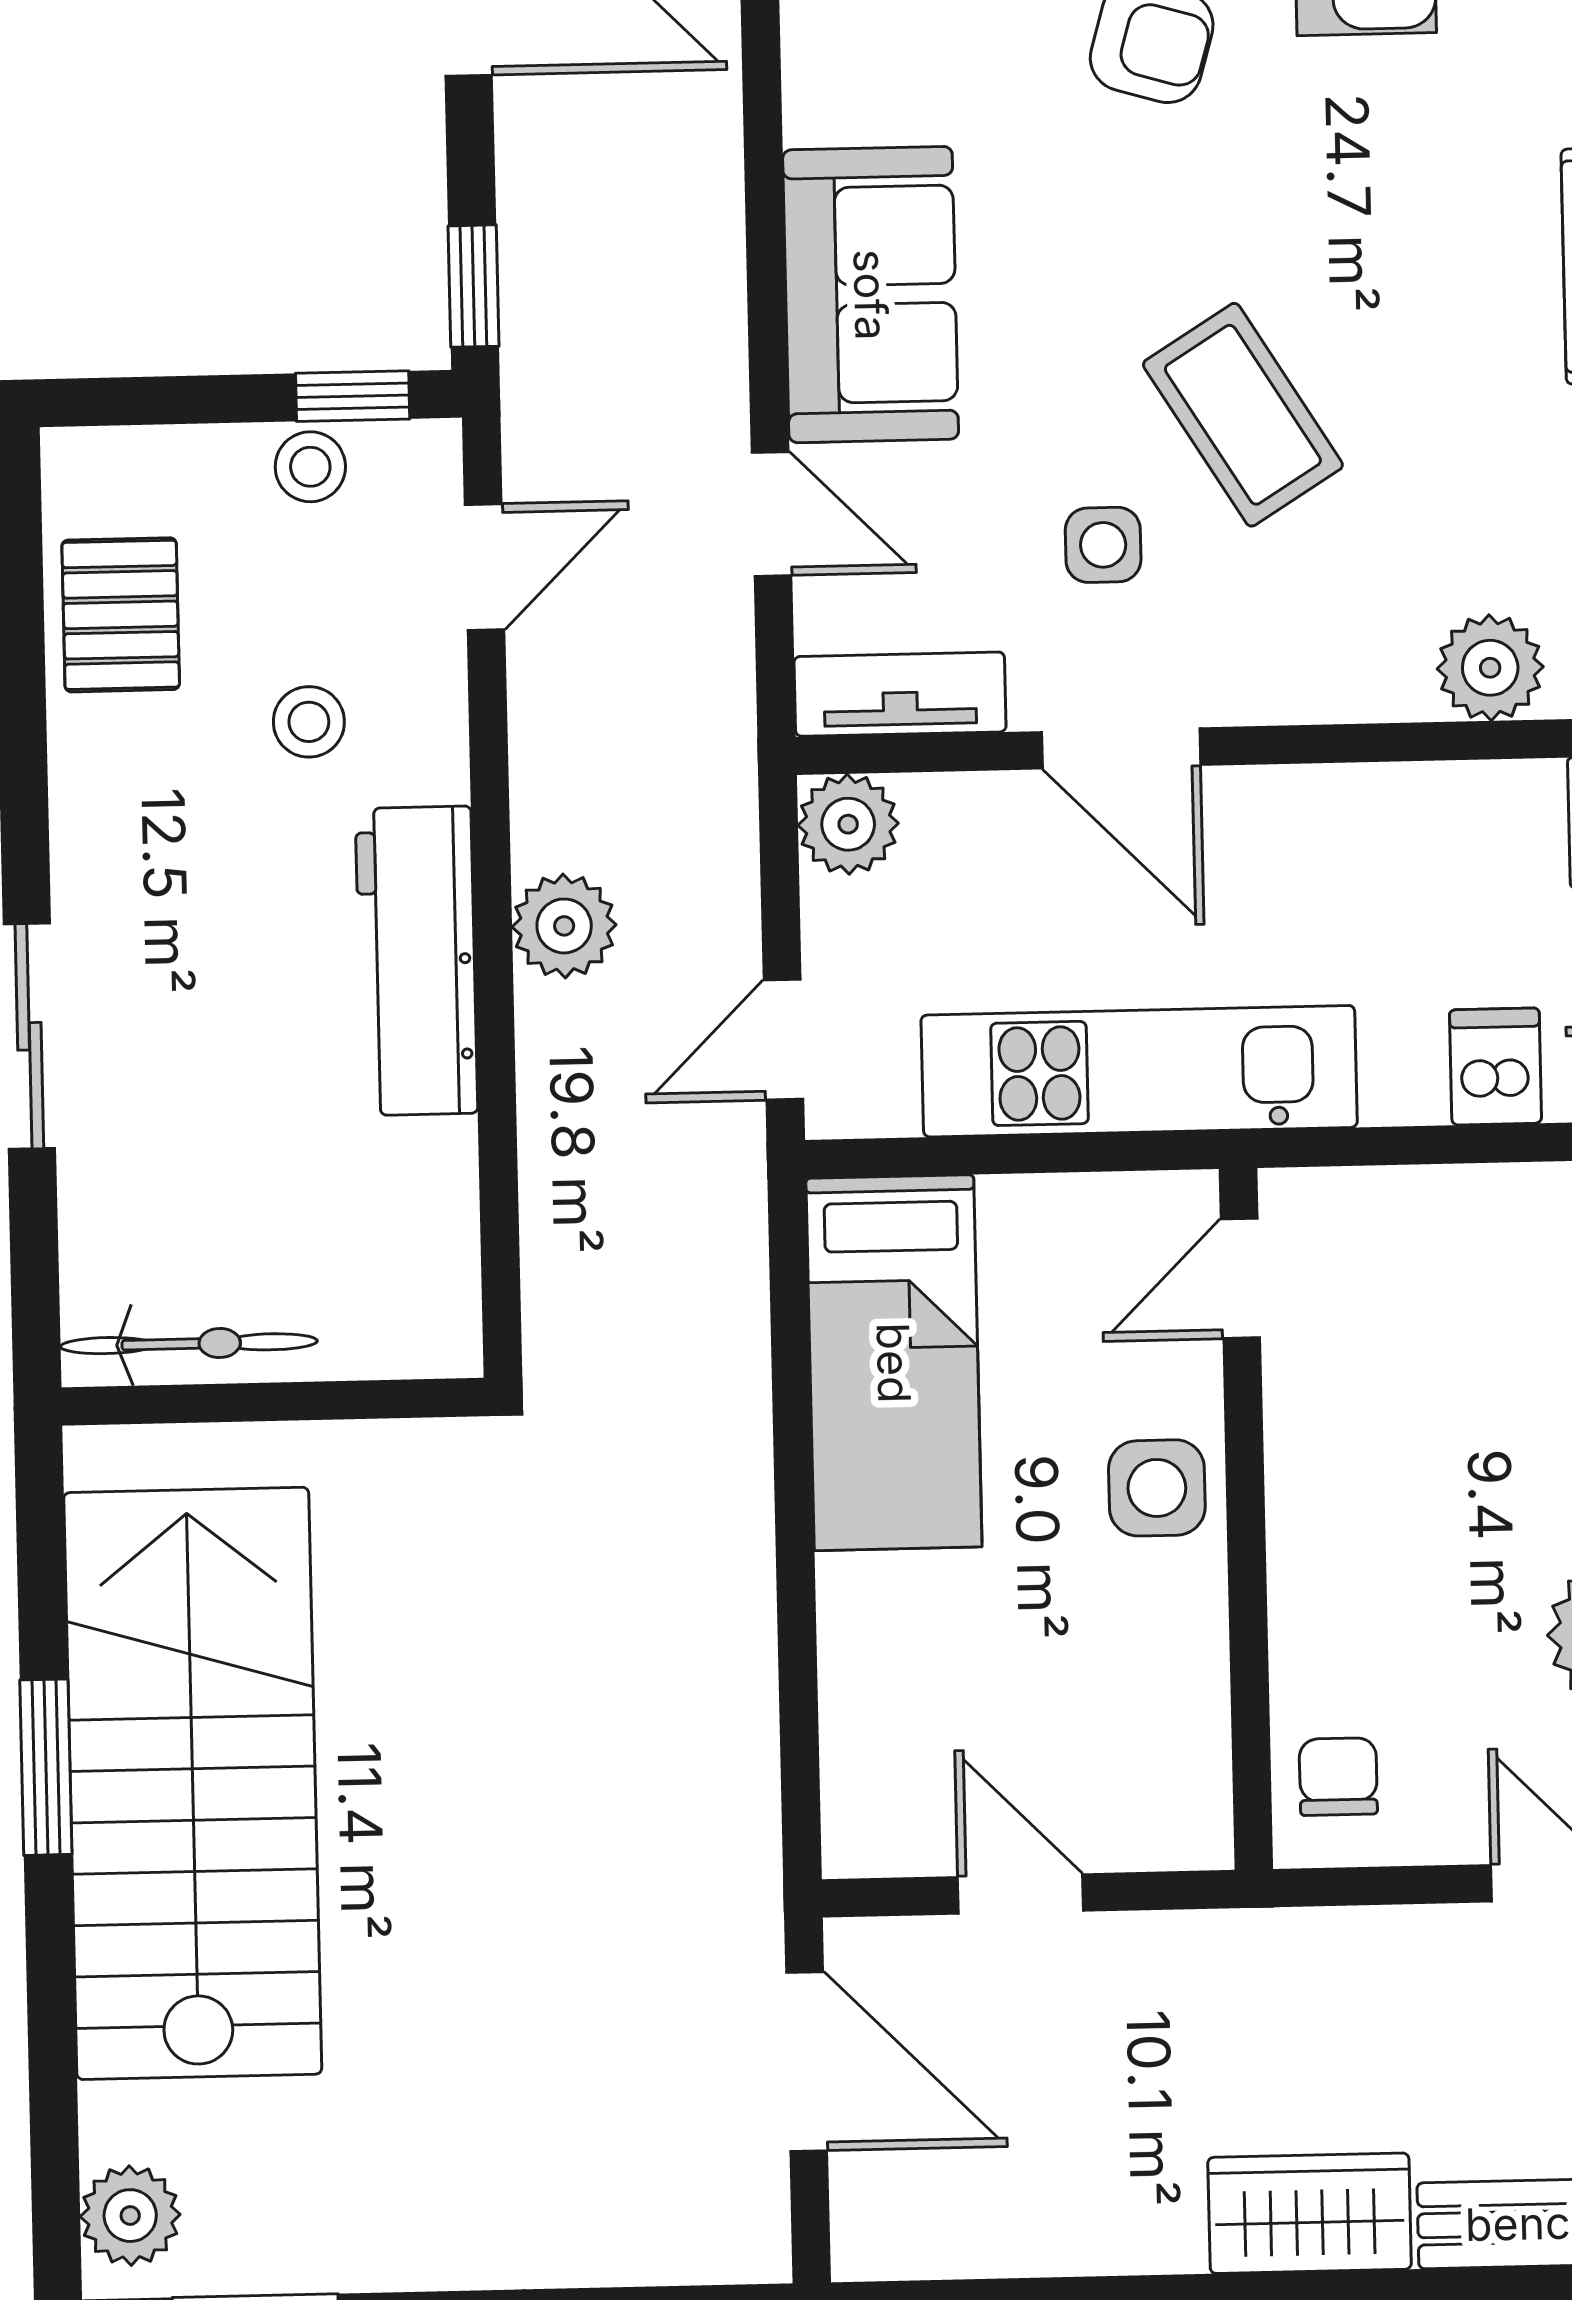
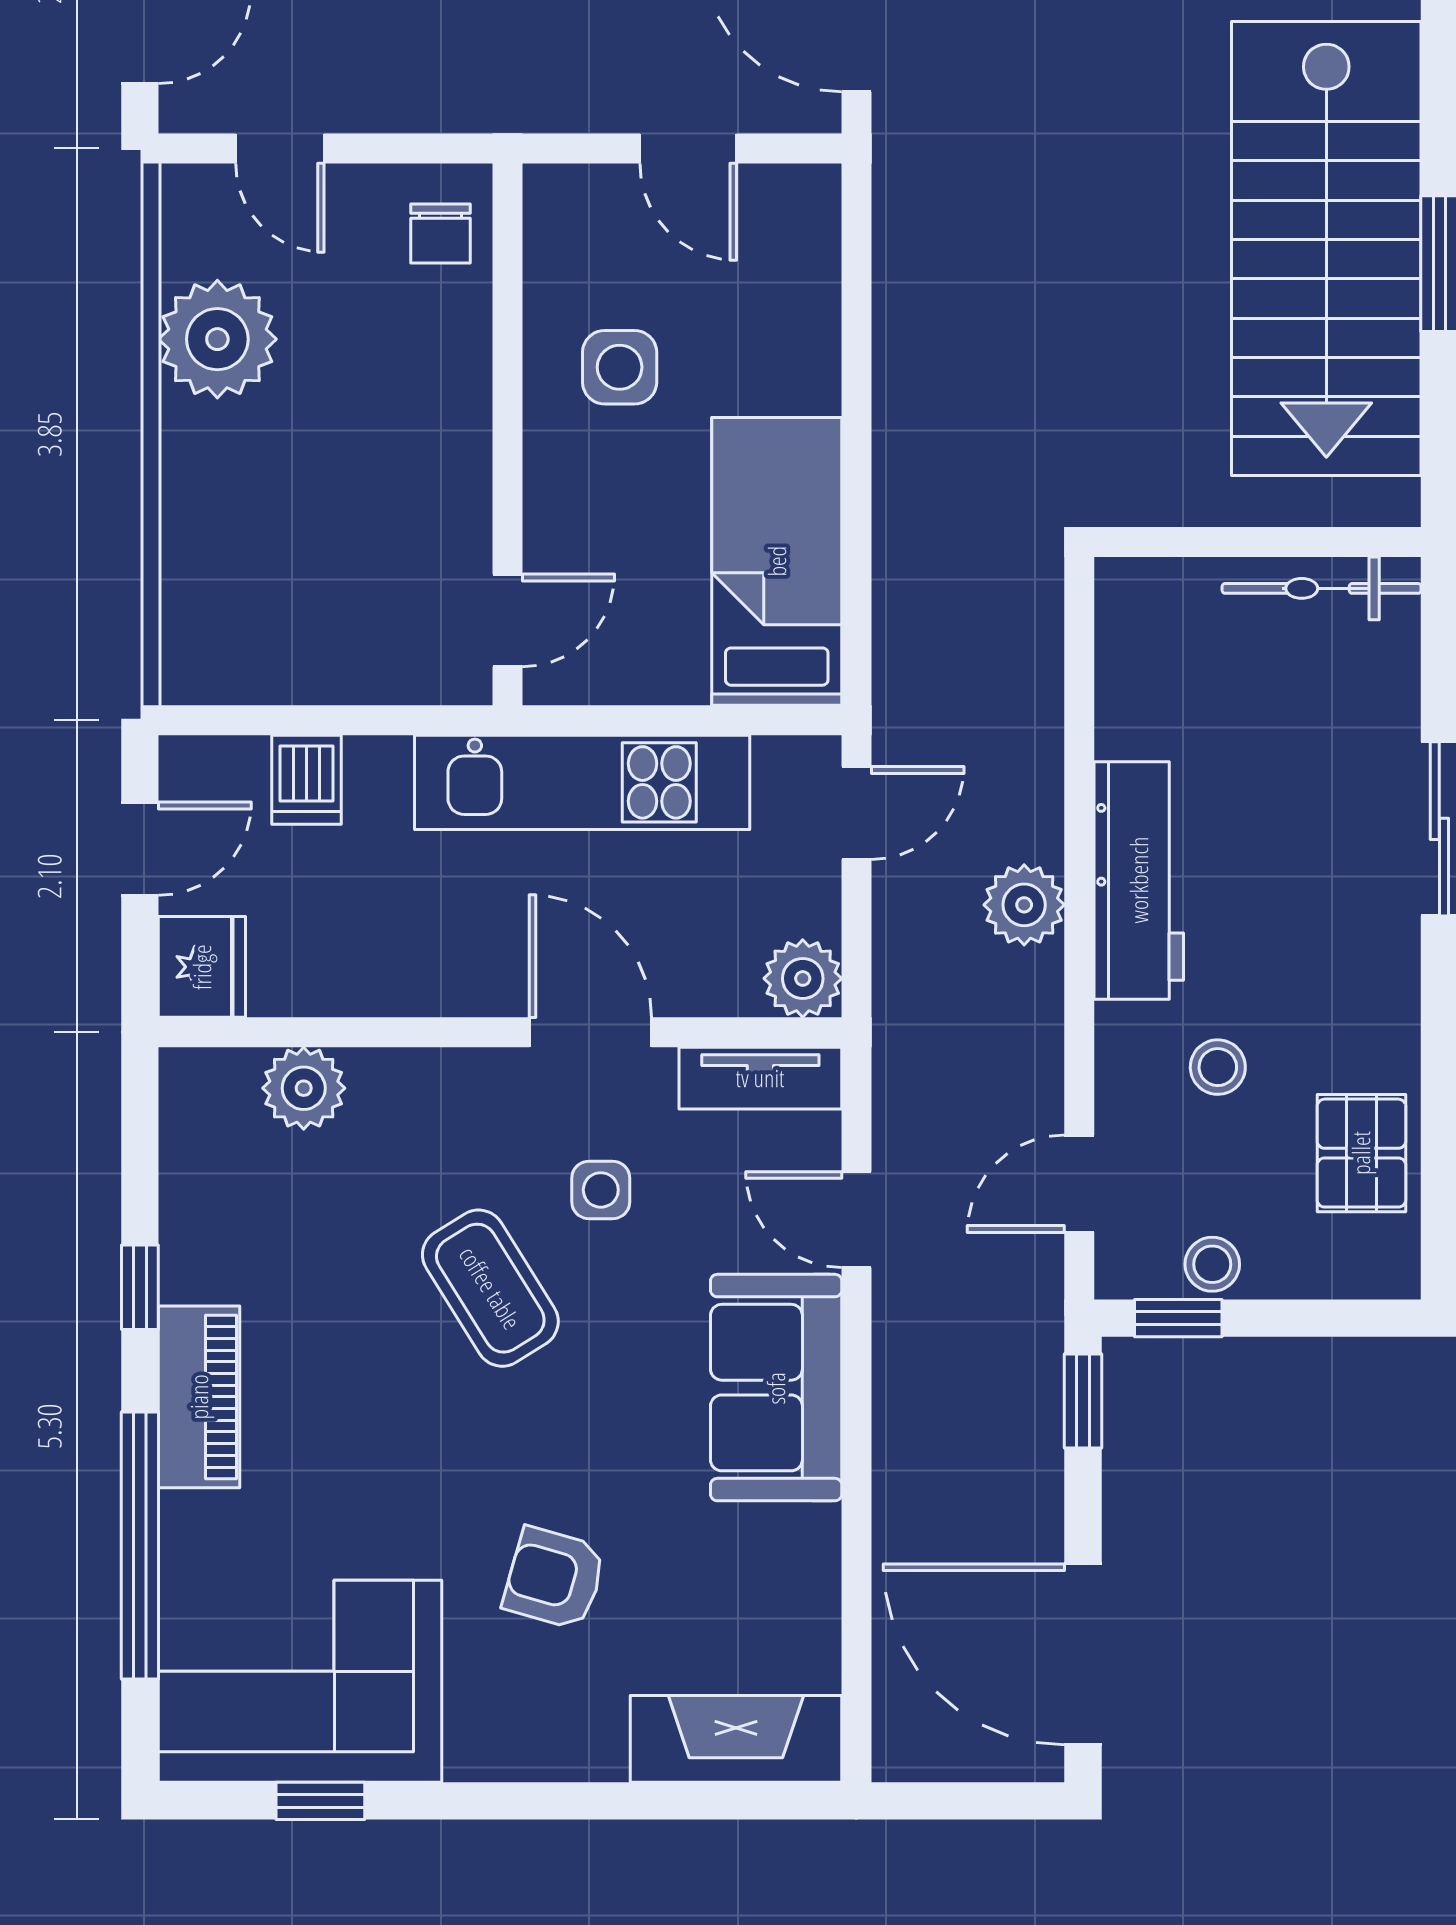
side table: (1157, 1488) -> (620, 367), moved

